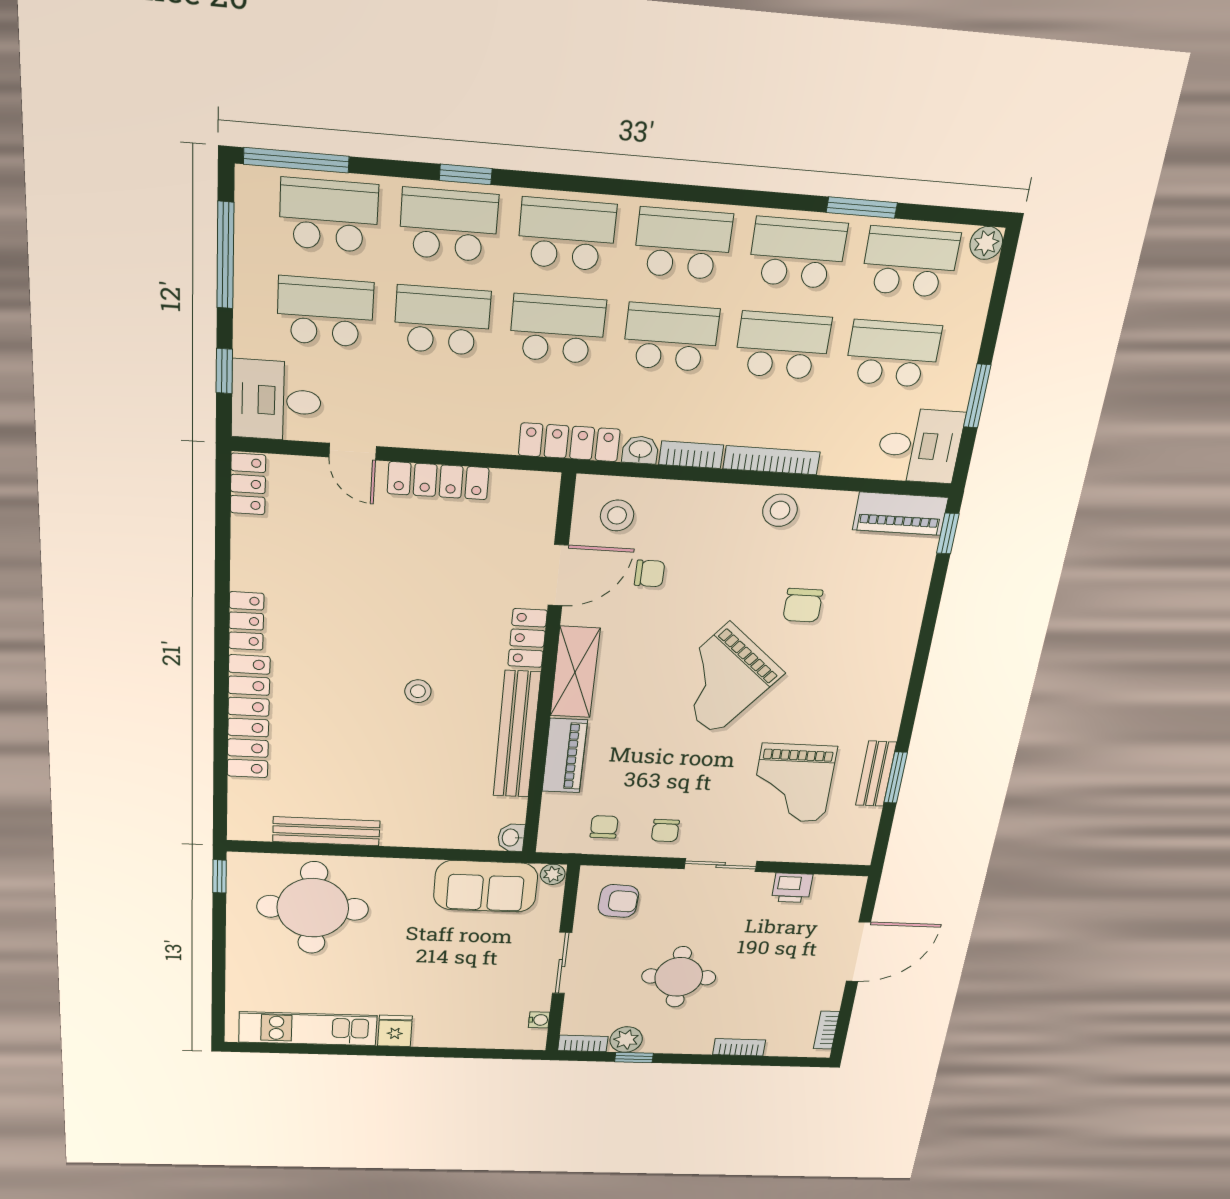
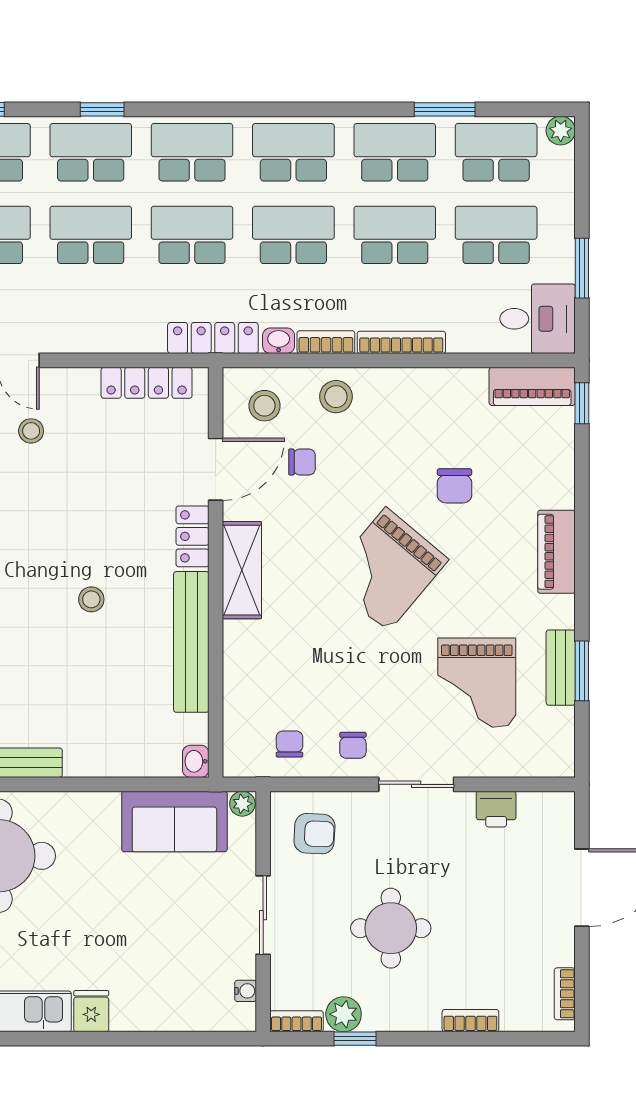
locker: (438, 481) -> (147, 383), moved
stool: (780, 510) -> (336, 397), moved
stool: (363, 525) -> (31, 431), added
piano: (565, 756) -> (556, 552), moved, turned 180

